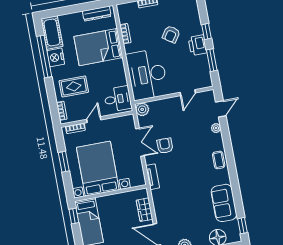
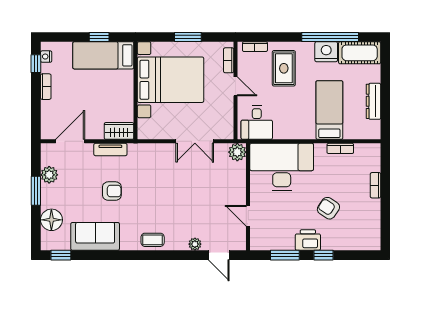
dresser: (97, 14) -> (373, 101), moved
bed: (98, 47) -> (329, 110), width x0.67
armchair: (165, 146) -> (112, 191), moved
tv unit: (153, 177) -> (110, 150), moved
wardrobe: (145, 210) -> (119, 131), moved
window: (74, 216) -> (99, 37), moved

